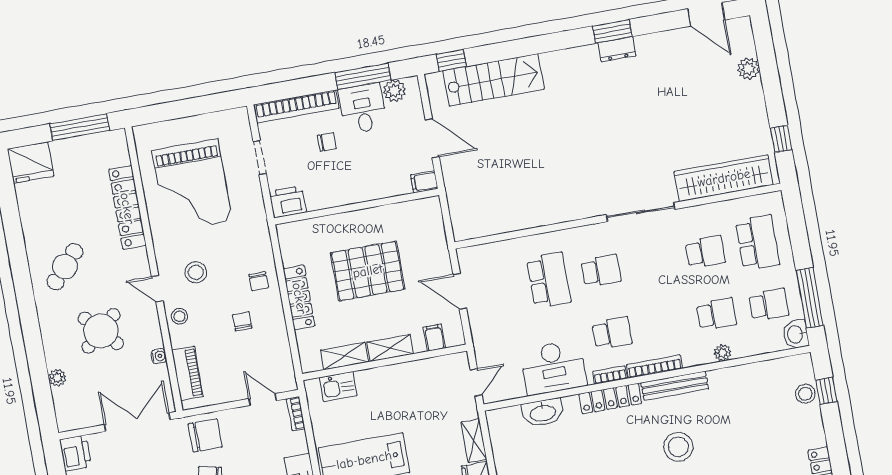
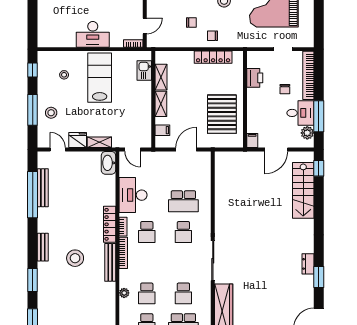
window: (612, 31) -> (319, 277), moved
printer: (288, 202) -> (255, 78), moved
pallet: (368, 271) -> (222, 114), moved
locker: (299, 297) -> (213, 57), moved
washbasin: (543, 413) -> (108, 163), moved

